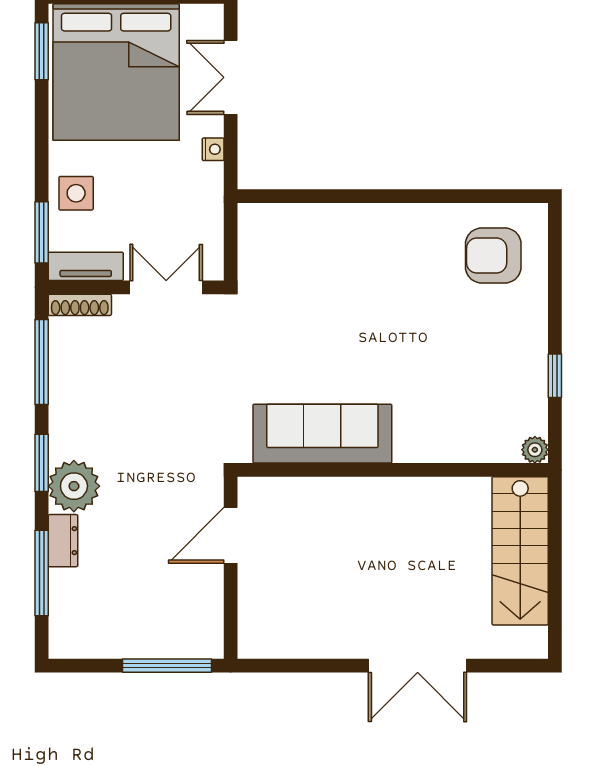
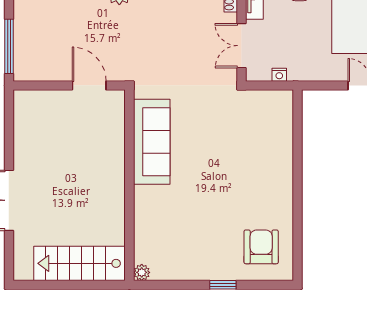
nightstand: (213, 149) -> (279, 75), moved
double door: (166, 287) -> (242, 46), swing flipped
window: (555, 376) -> (223, 285), moved

